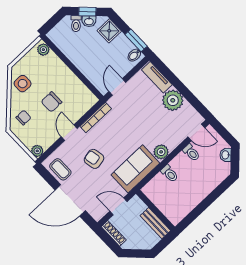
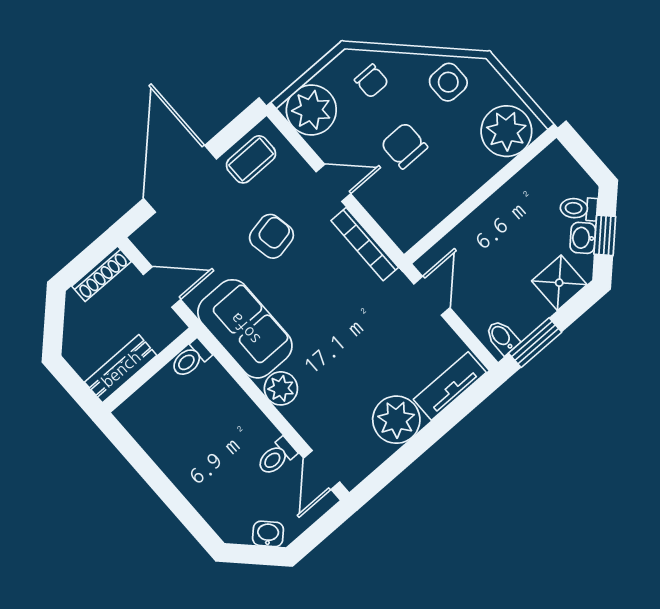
plant: (43, 50) -> (506, 131), width x1.88, depth x1.88
door: (117, 87) -> (432, 296), hinge flipped
plant: (37, 151) -> (311, 110), width x1.88, depth x1.88
toilet: (170, 174) -> (190, 359), moved
door: (118, 206) -> (162, 287), hinge flipped

